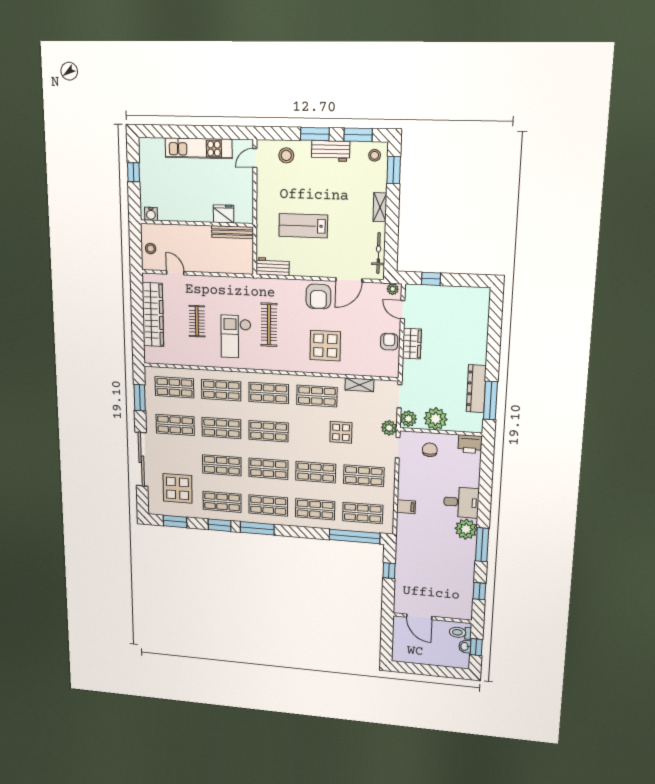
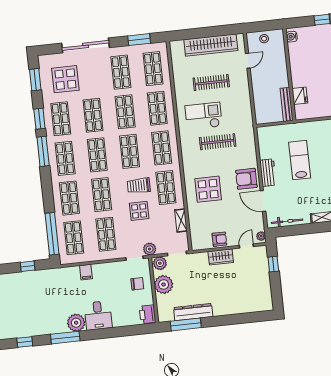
workbench: (273, 267) -> (268, 173), moved
clothes rail: (197, 321) -> (211, 82), width x1.36
trolley: (310, 427) -> (139, 186), added

